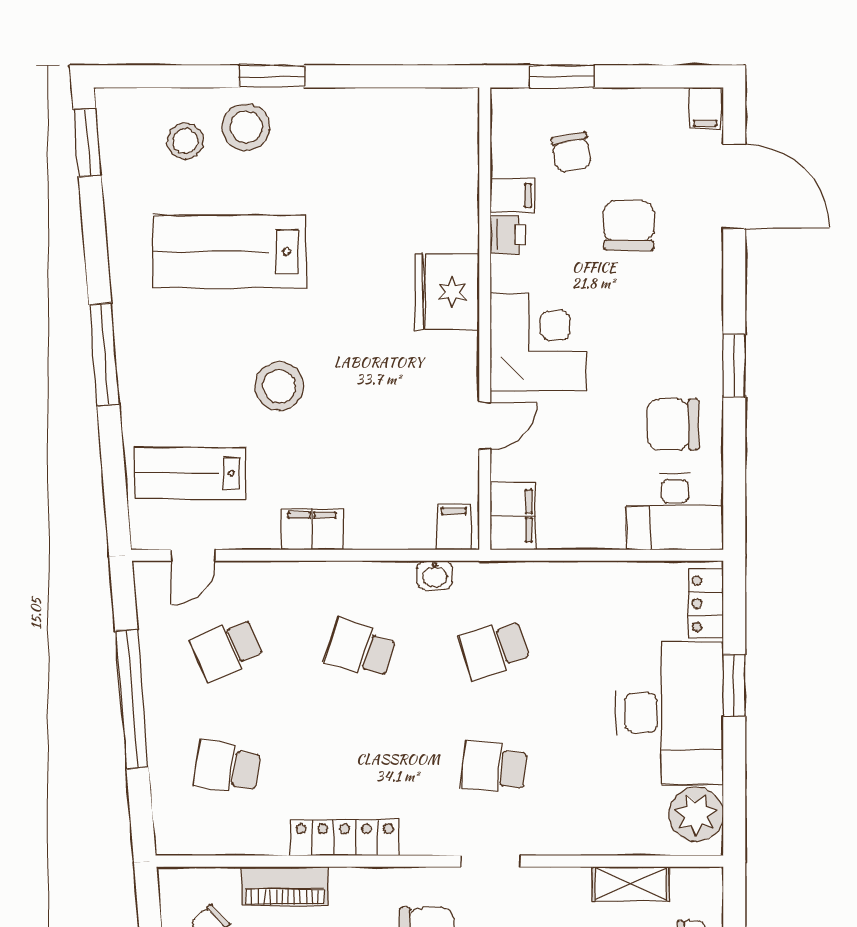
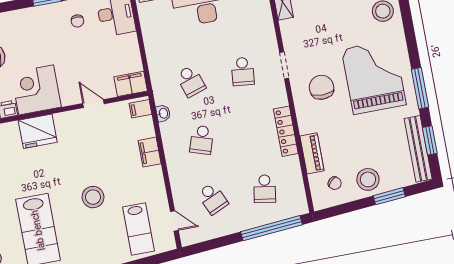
corner desk: (539, 342) -> (36, 90), moved
chair: (673, 425) -> (77, 21), width x0.54, depth x0.54
filing cabinet: (312, 529) -> (150, 152), moved
window: (132, 699) -> (271, 228), moved

